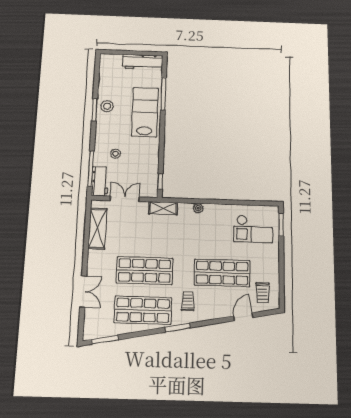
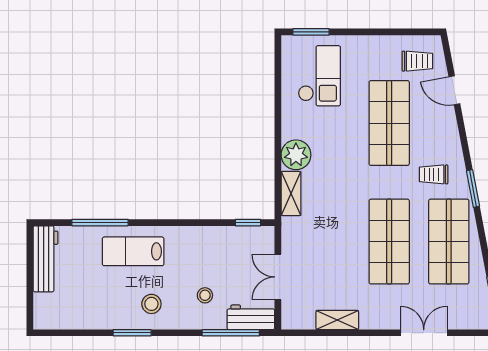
stool: (107, 106) -> (151, 304), moved
lab bench: (145, 112) -> (133, 251), width x0.73, depth x0.72
shelving: (163, 208) -> (291, 194), moved
plant: (198, 208) -> (296, 155), width x1.87, depth x1.87
shelving: (97, 229) -> (337, 320), width x0.67, depth x0.75

